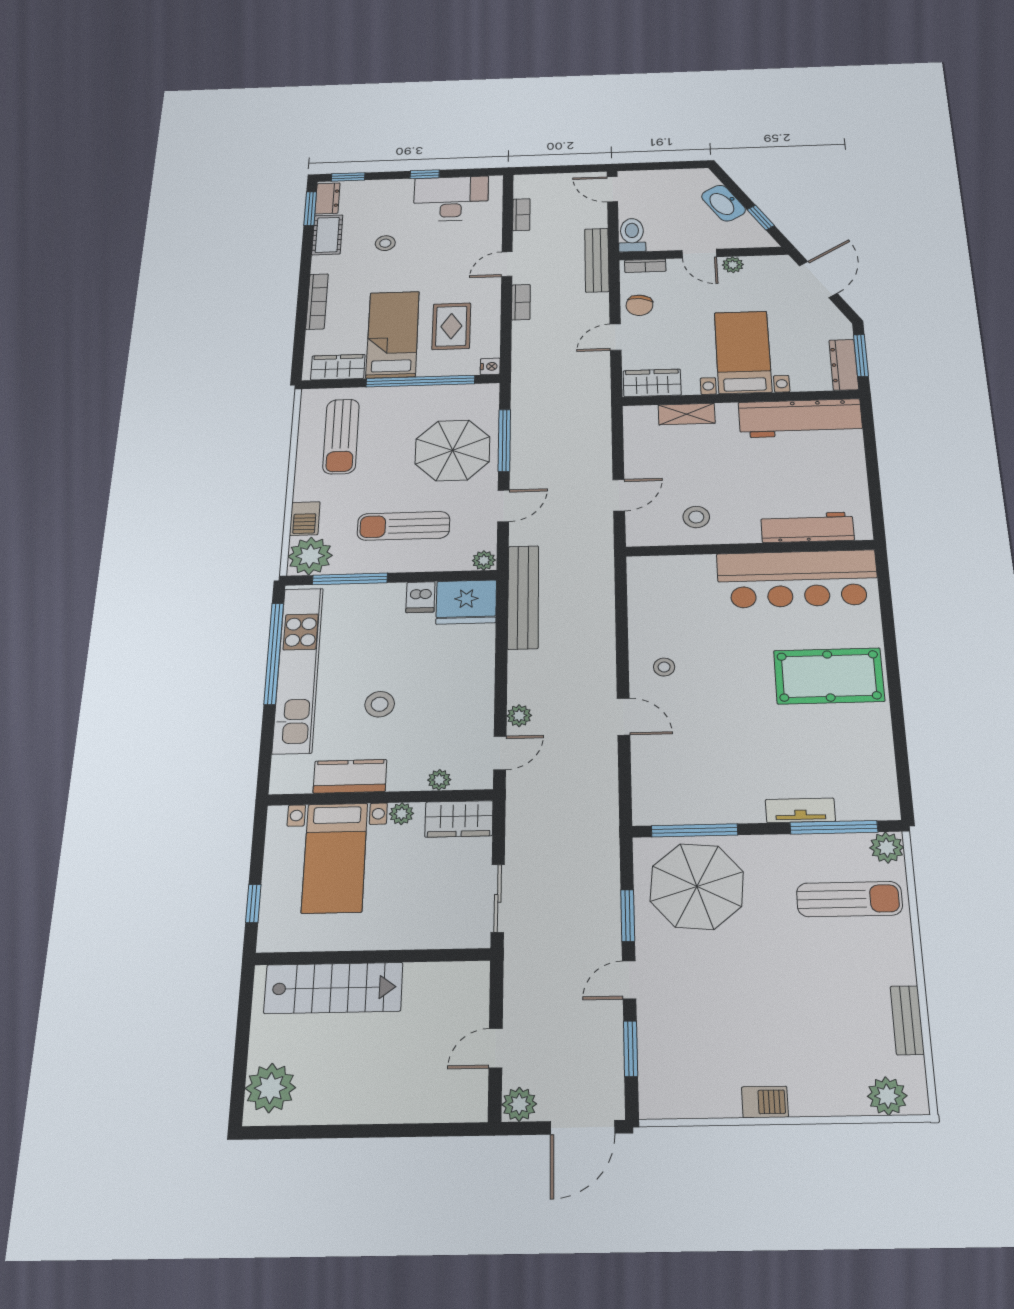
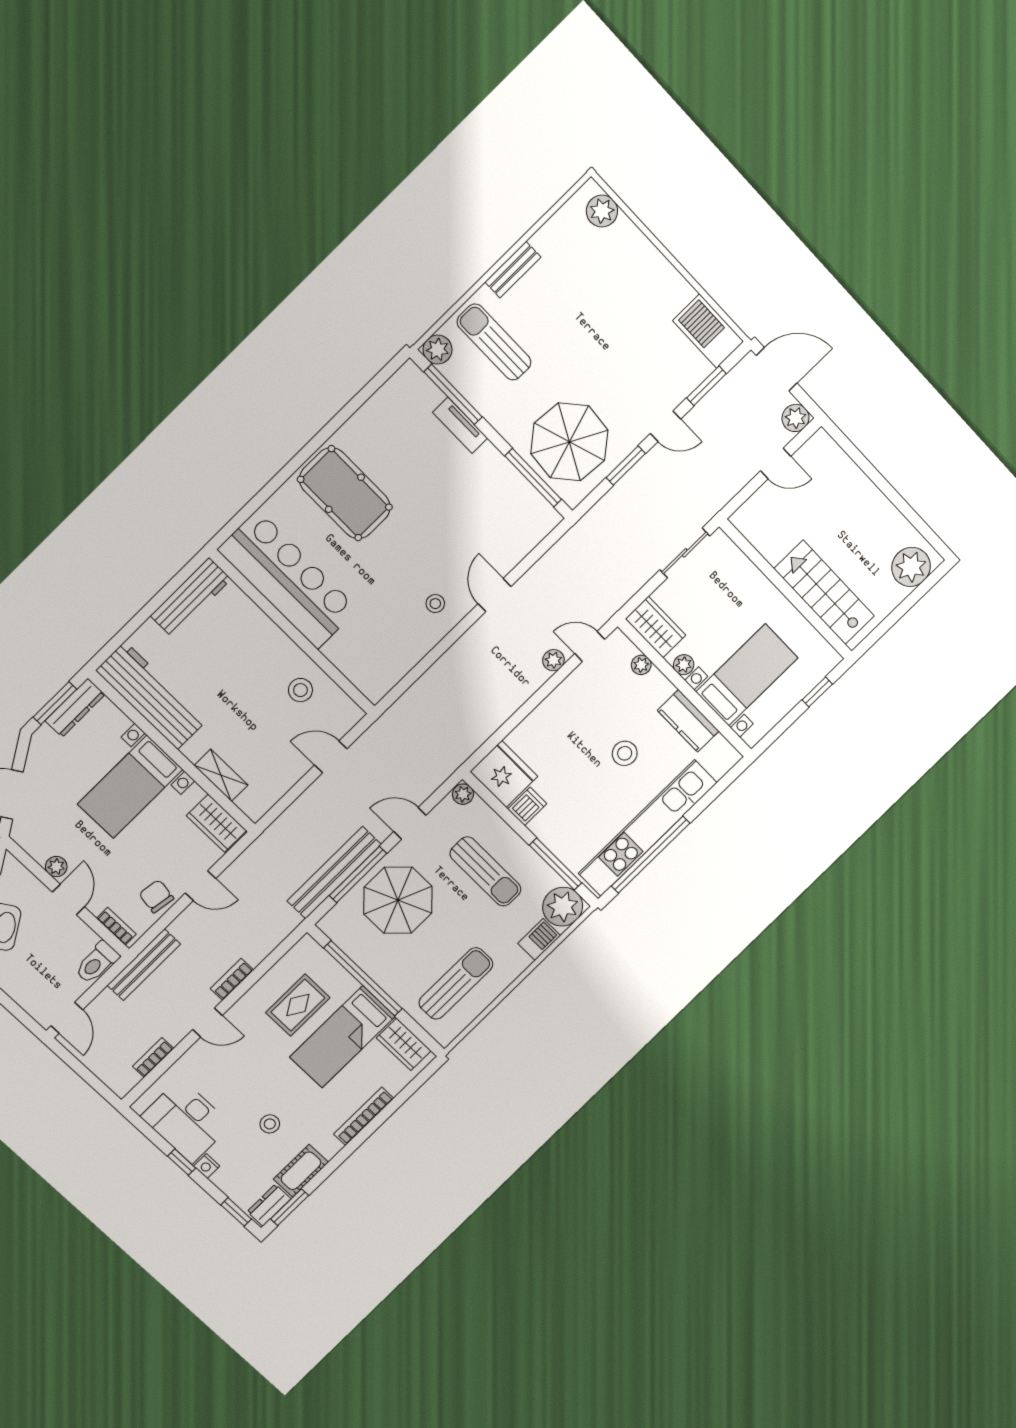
chair: (639, 305) -> (156, 896), turned -90
nightstand: (490, 366) -> (207, 1166), moved, turned -90
workbench: (807, 527) -> (191, 598), moved, turned -90
bench: (523, 597) -> (334, 873), moved
bench: (907, 1020) -> (513, 270), moved
barbecue: (765, 1102) -> (708, 331), moved, width x1.88, depth x1.53

